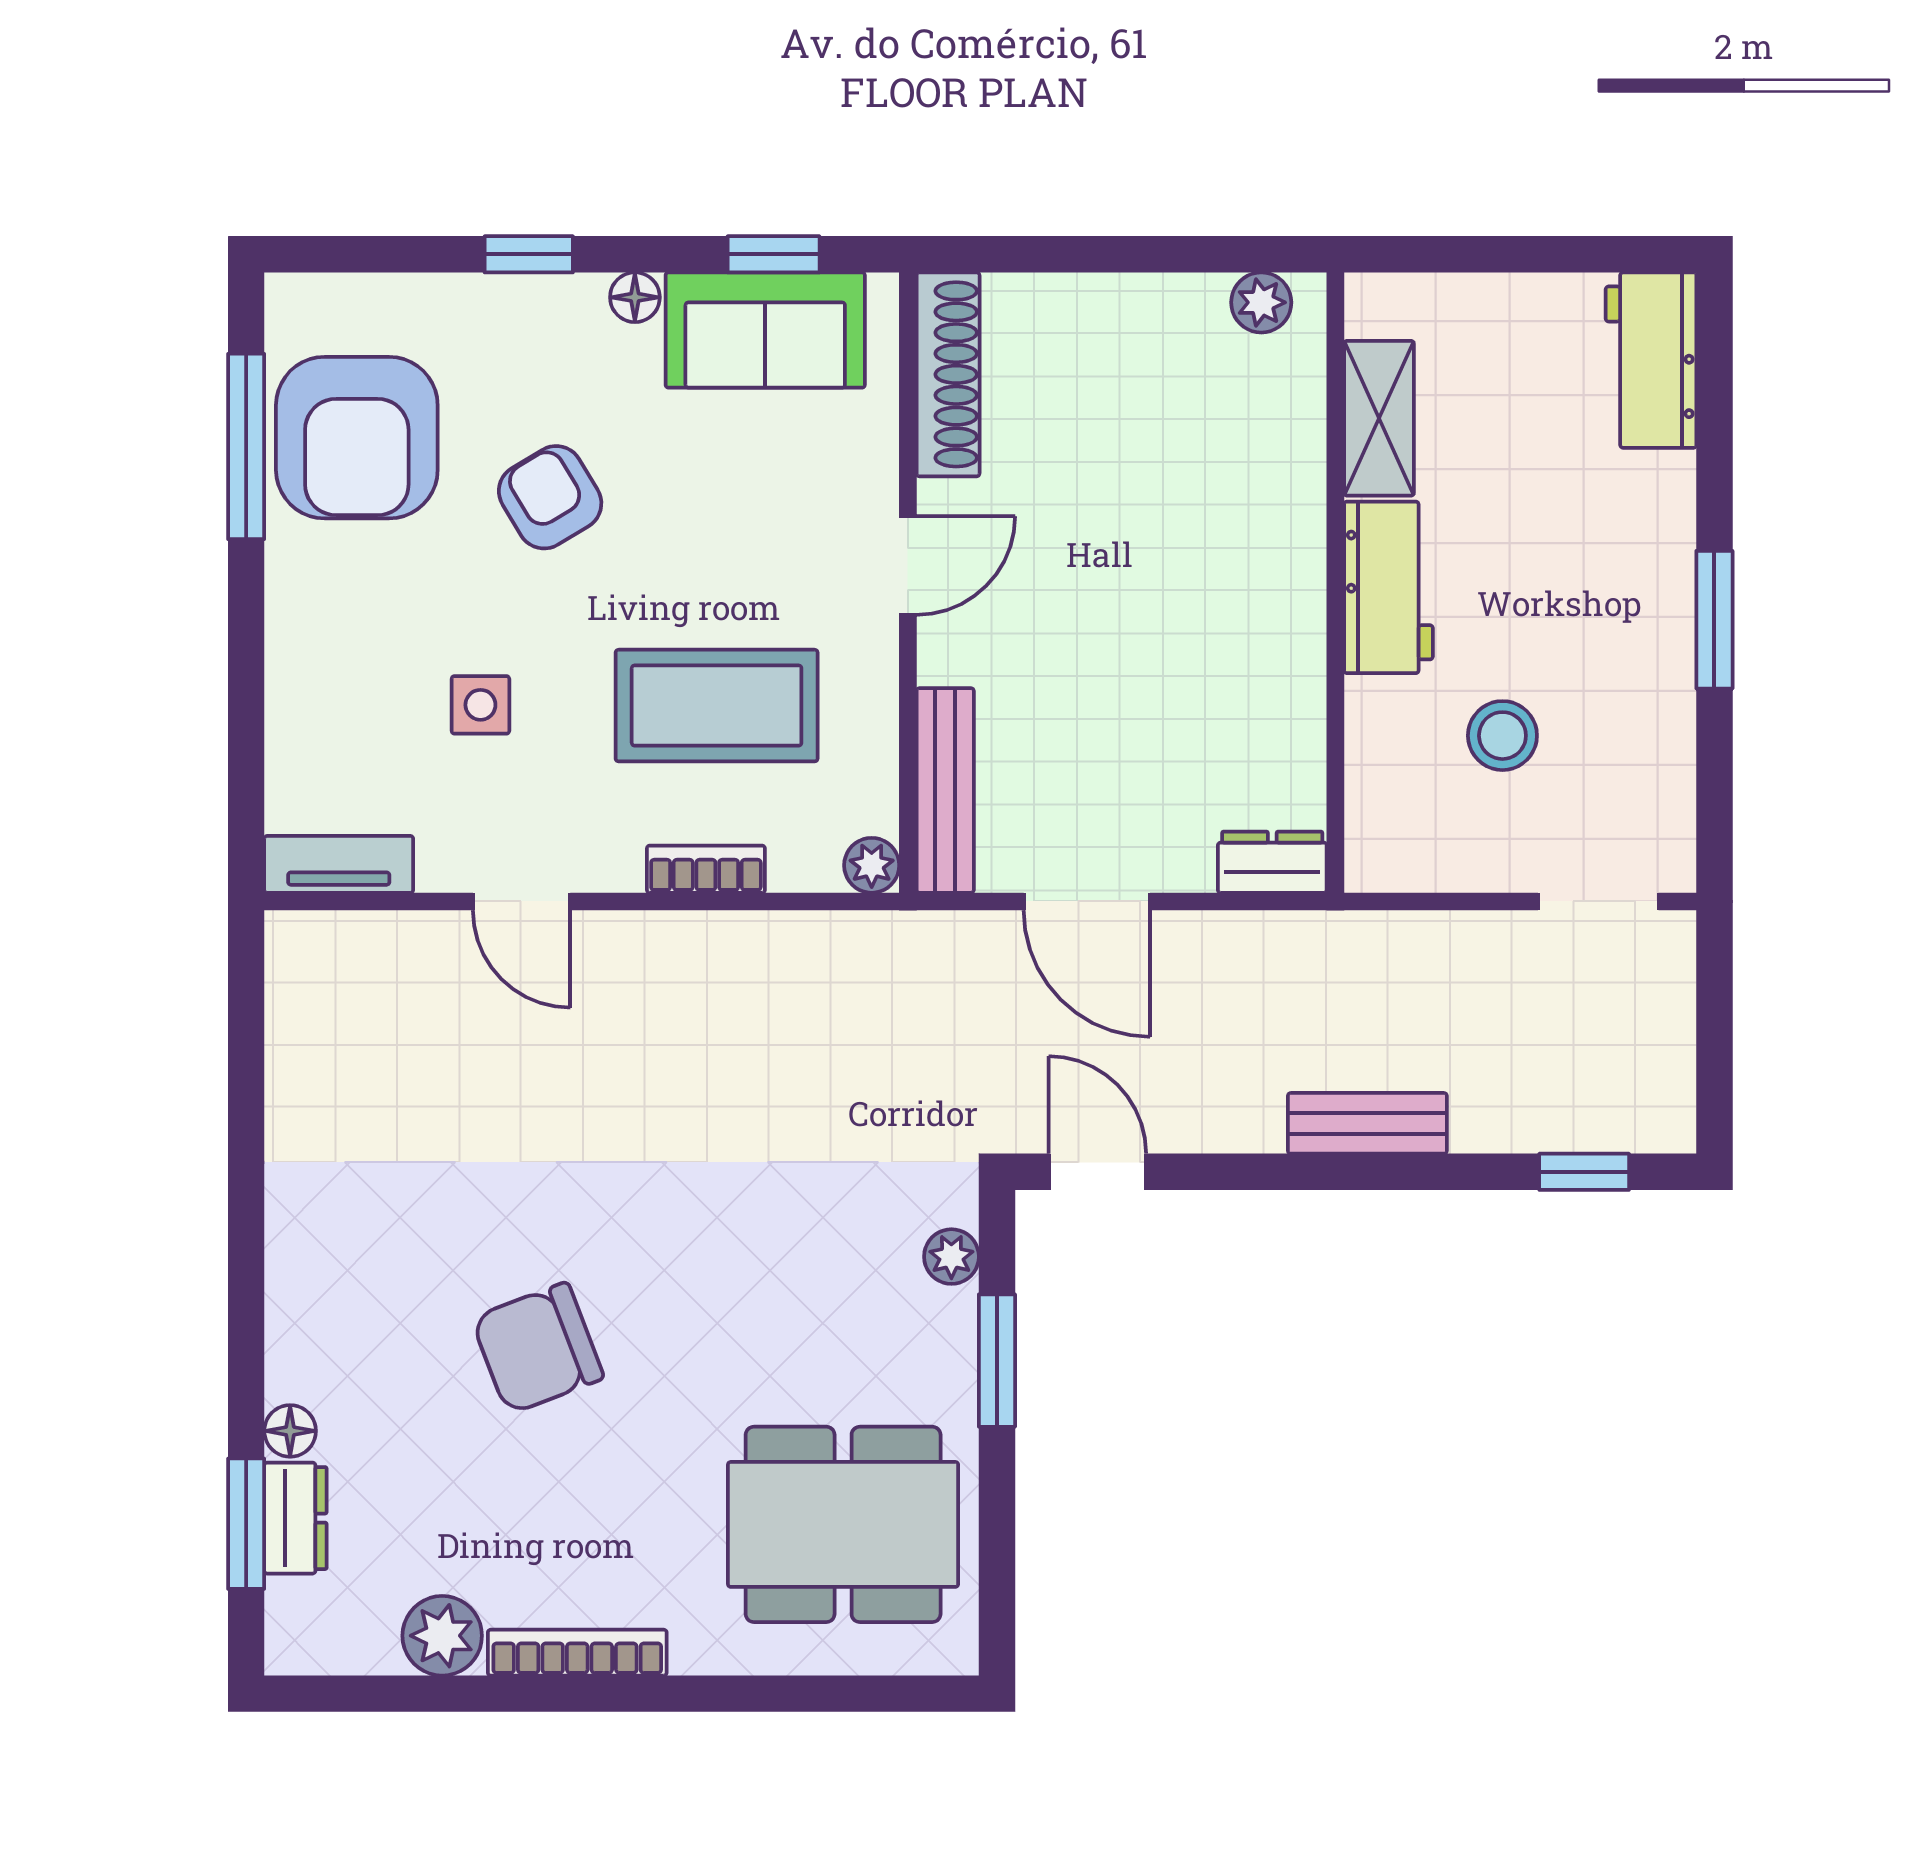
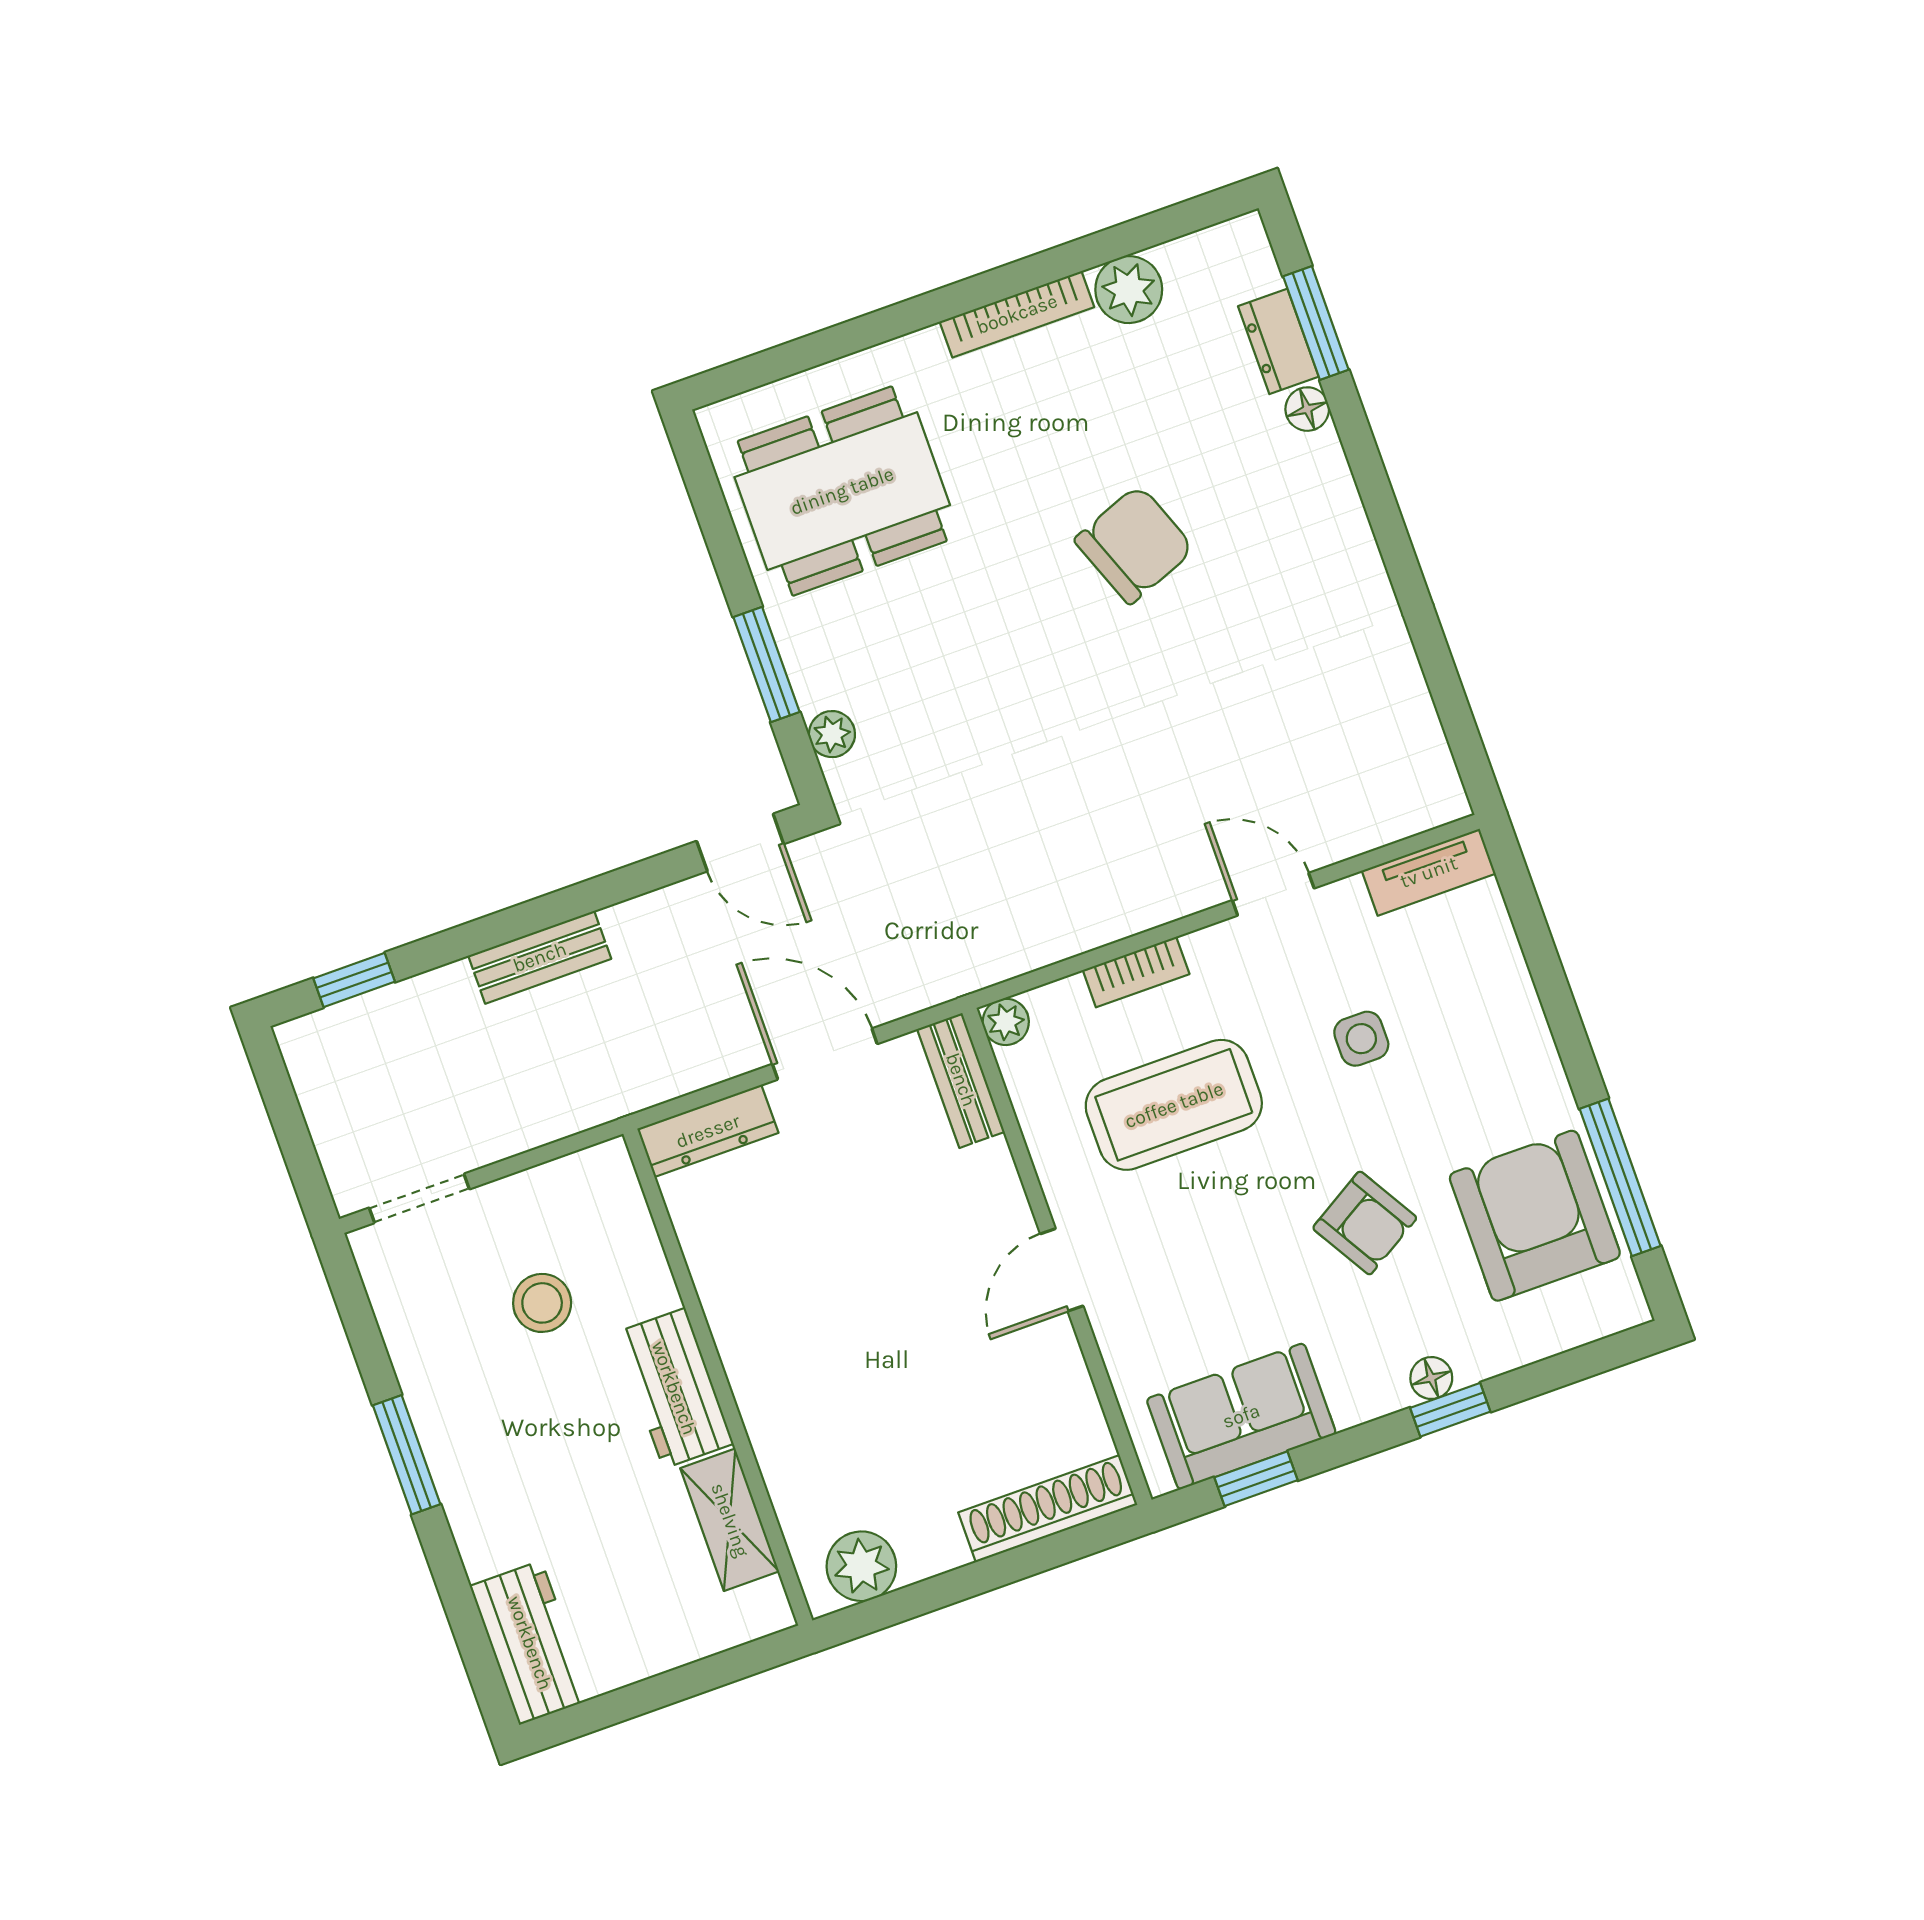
floor lamp: (635, 297) -> (1431, 1378), moved
plant: (1261, 302) -> (861, 1566), width x1.38, depth x1.38
shoe rack: (948, 374) -> (1048, 1509), moved, turned 90
bench: (945, 790) -> (961, 1080), width x0.73
dresser: (1272, 862) -> (708, 1131), width x1.44

